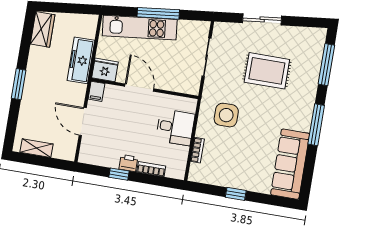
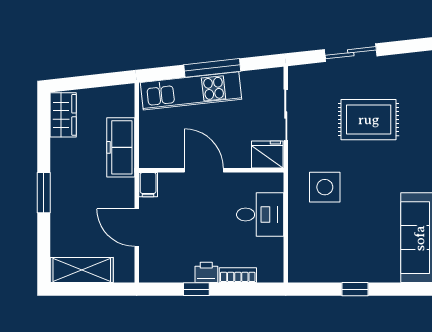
fridge: (105, 70) -> (267, 154), moved
shelving: (37, 148) -> (82, 270), width x1.50, depth x1.33
bookcase: (197, 150) -> (295, 240), removed

